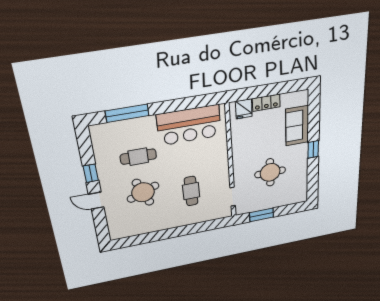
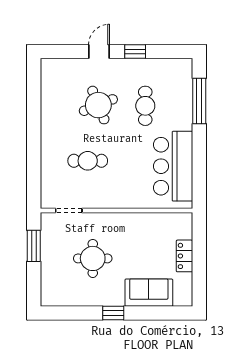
fridge: (244, 109) -> (182, 229), removed

